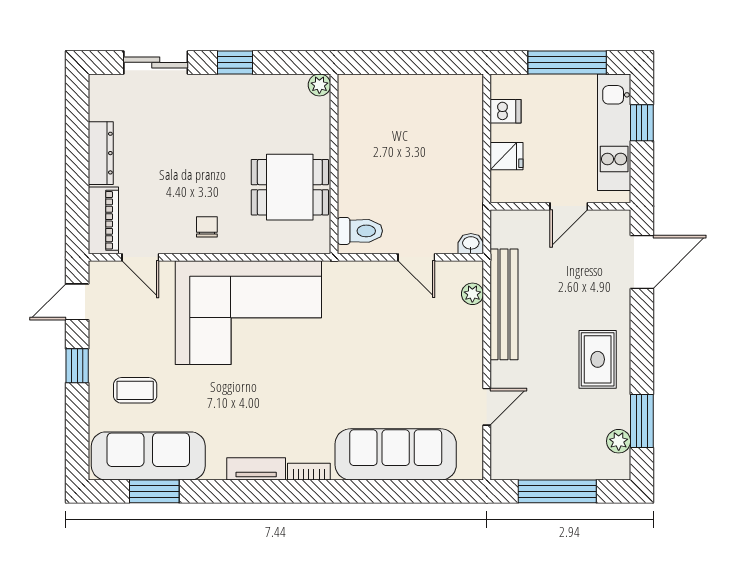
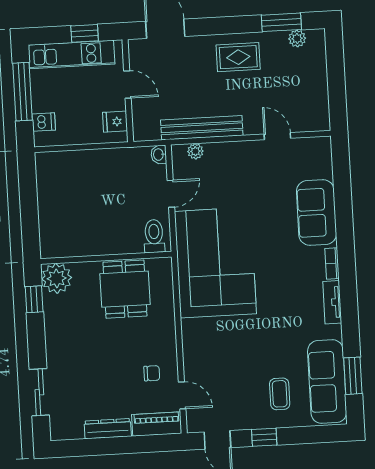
window: (235, 62) -> (34, 299), moved
plant: (319, 85) -> (57, 278), width x1.87, depth x1.87
dishwasher: (506, 111) -> (44, 122), moved, turned 90
window: (642, 123) -> (85, 33), moved
fridge: (507, 156) -> (115, 122), moved, turned -90
chair: (207, 227) -> (152, 373), moved, turned 180
door: (140, 257) -> (182, 395), hinge flipped
corner sofa: (248, 313) -> (215, 263), moved
sofa: (396, 454) -> (317, 213), width x0.73
window: (557, 491) -> (336, 81), removed

